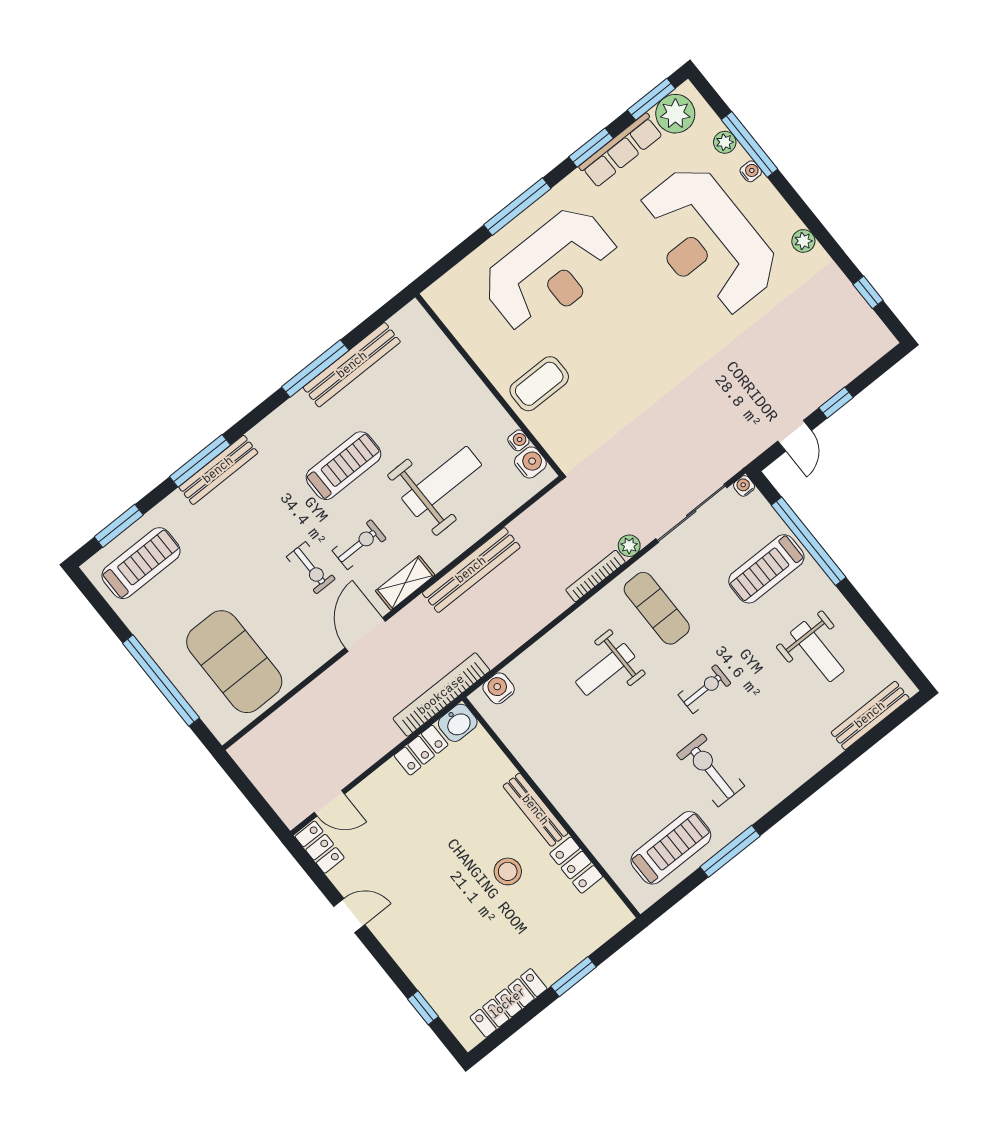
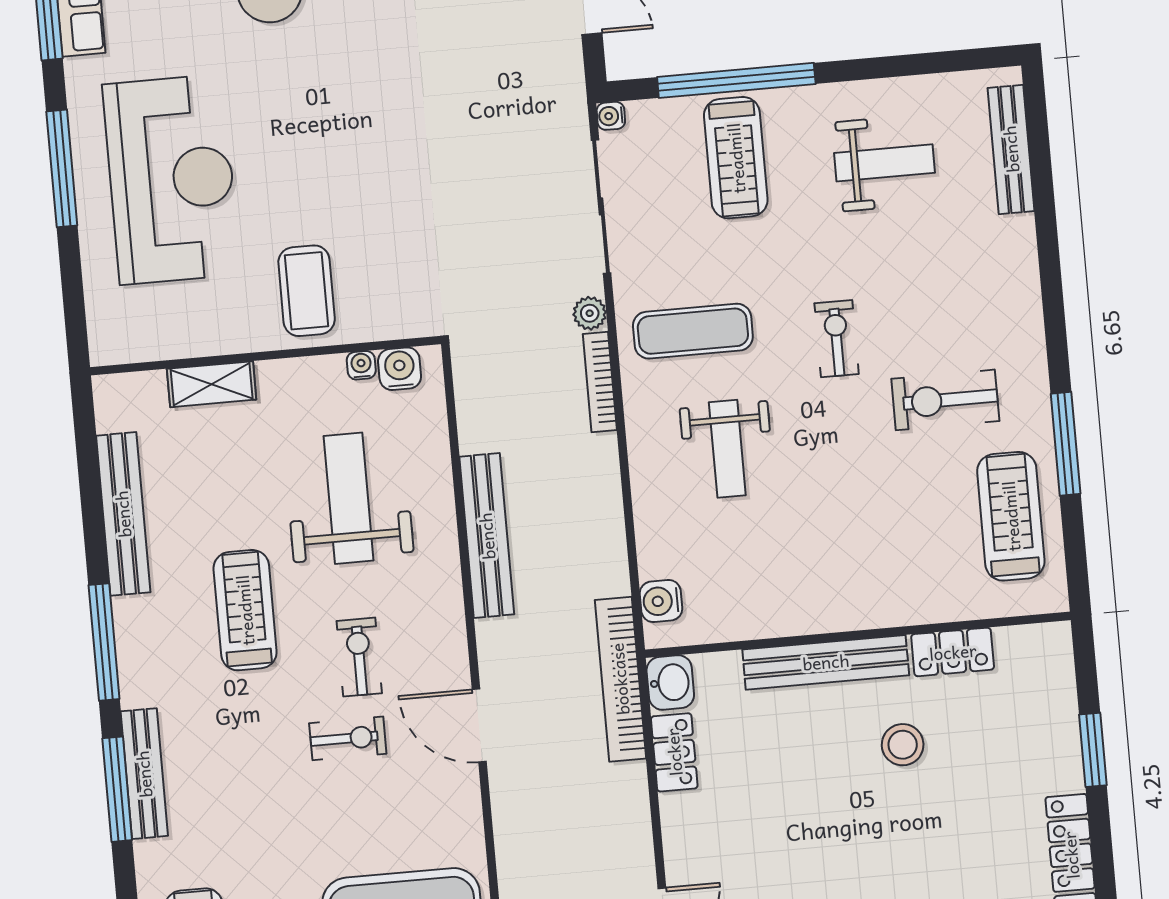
window: (315, 369) -> (104, 642), moved
shelving: (405, 583) -> (212, 384), moved, turned 90
bench: (535, 810) -> (826, 662), width x1.37, depth x1.21

